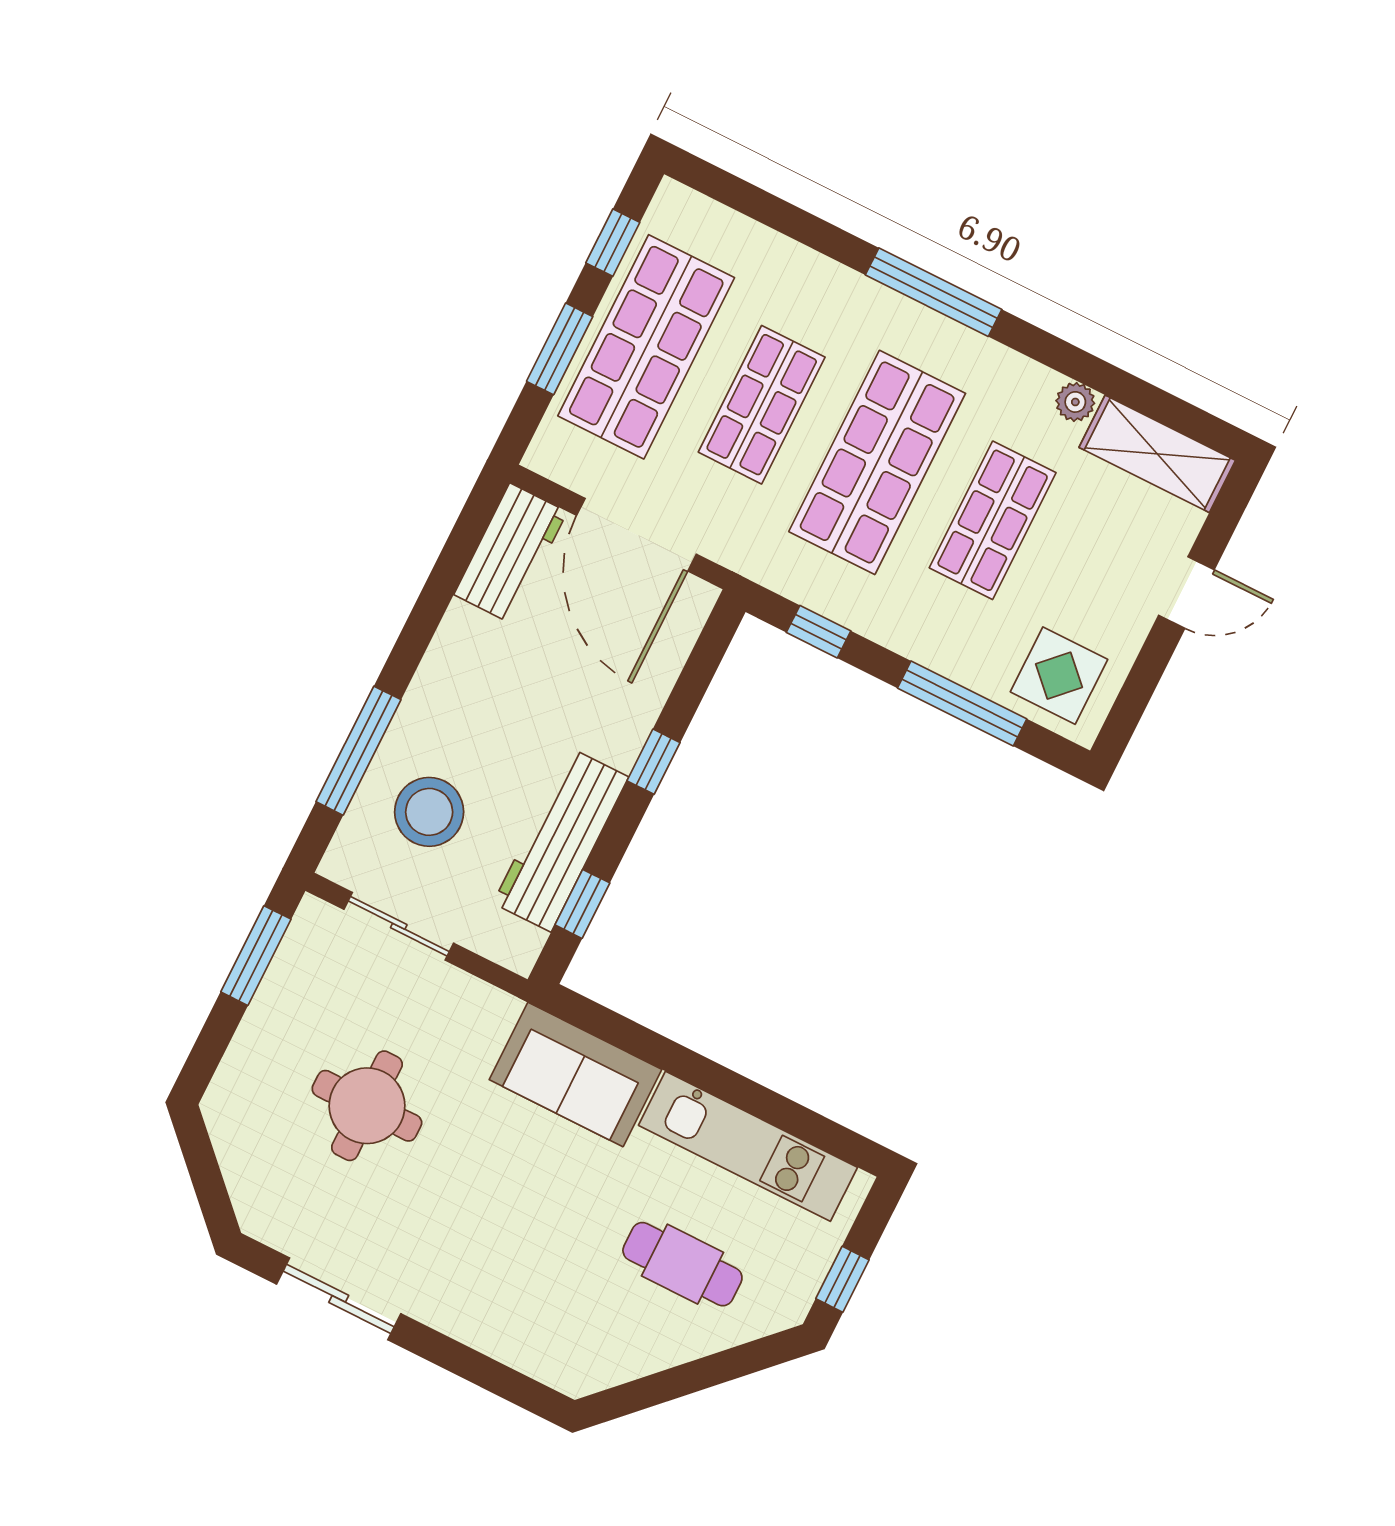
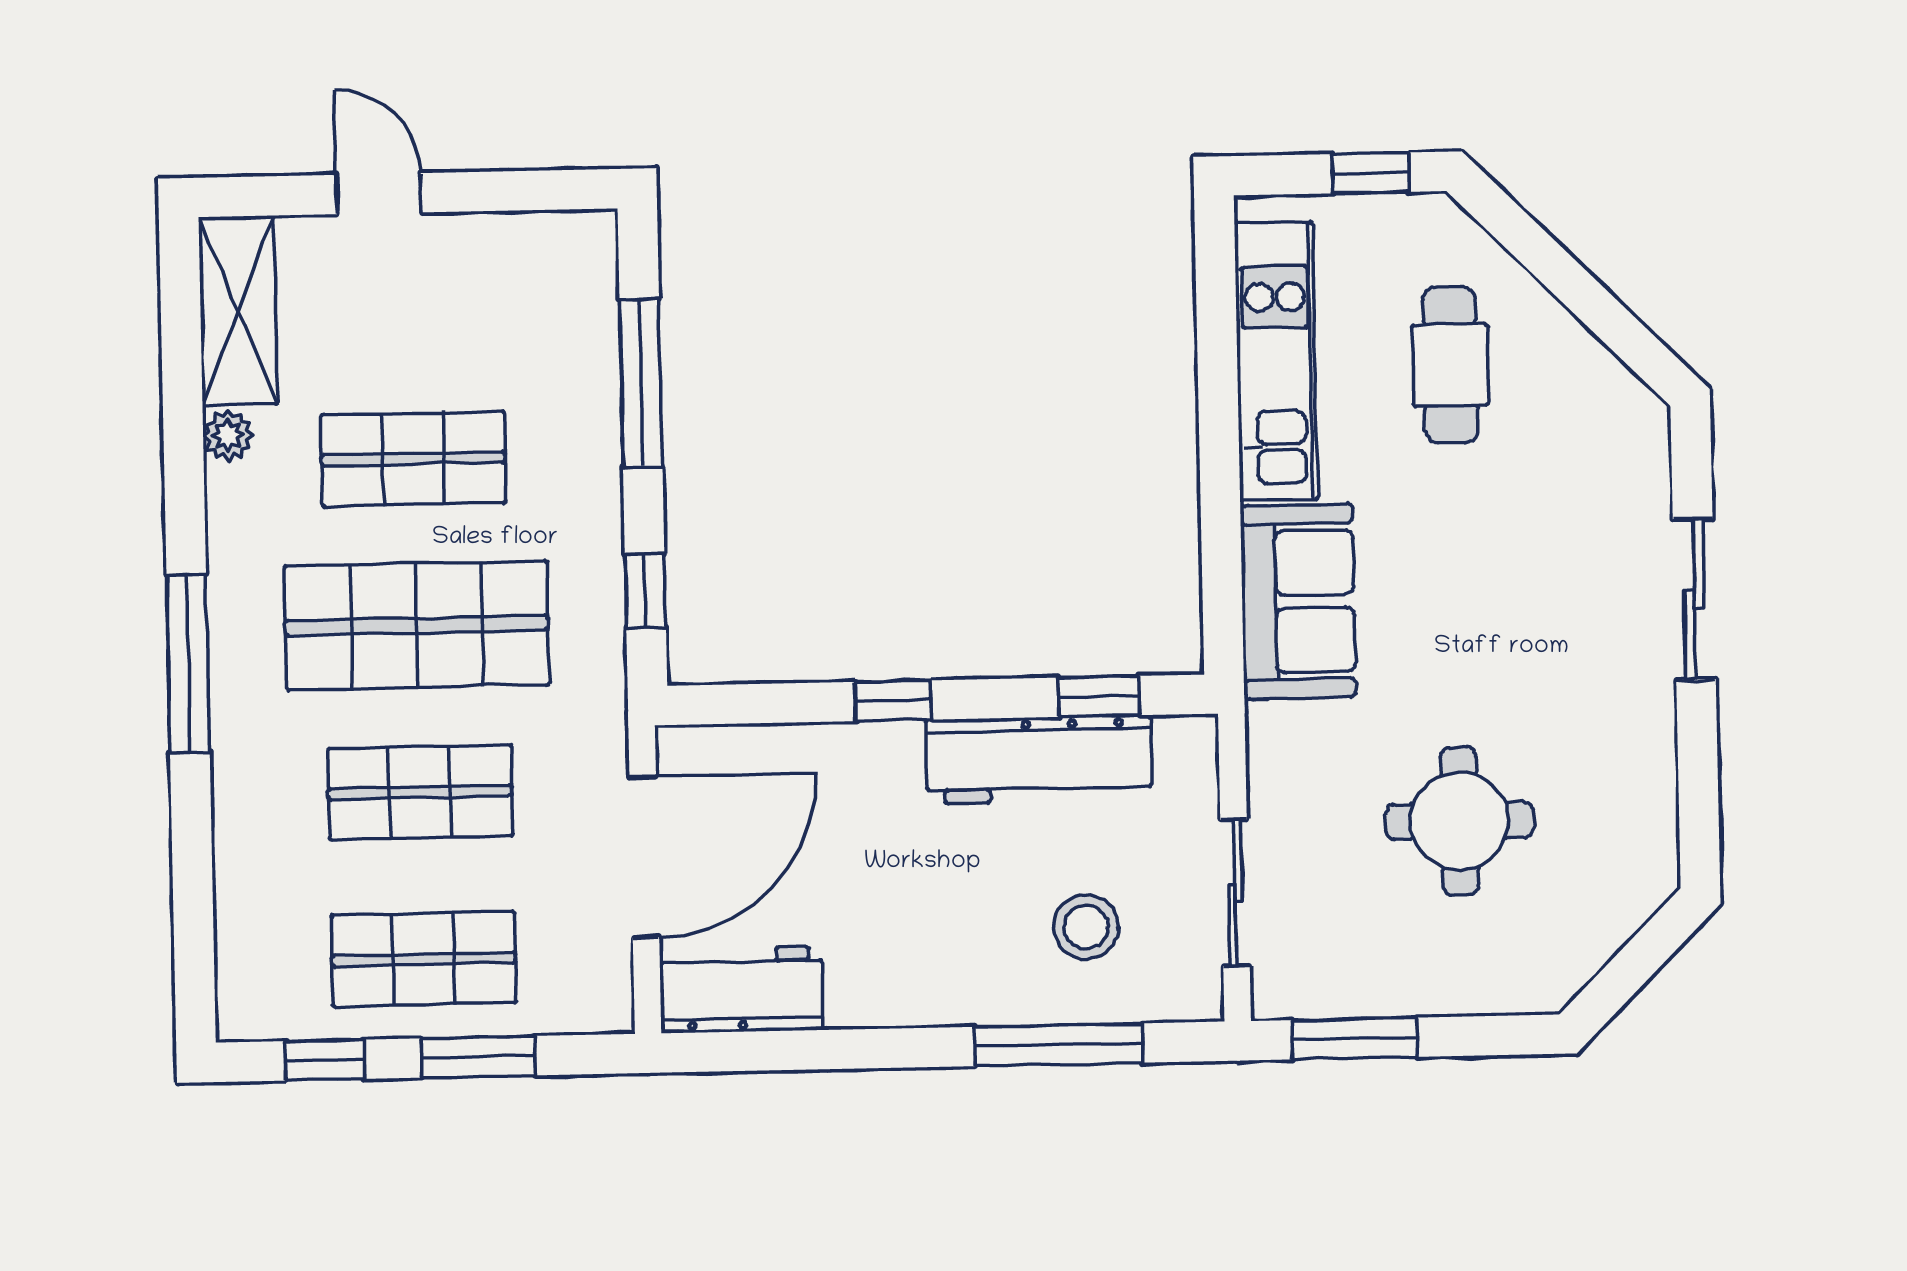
shop shelf: (646, 347) -> (424, 959), width x0.70, depth x0.74
display table: (1059, 676) -> (551, 289), removed
stool: (429, 812) -> (1086, 927), width x0.73, depth x0.73
sliding door: (339, 1299) -> (1694, 599), moved

